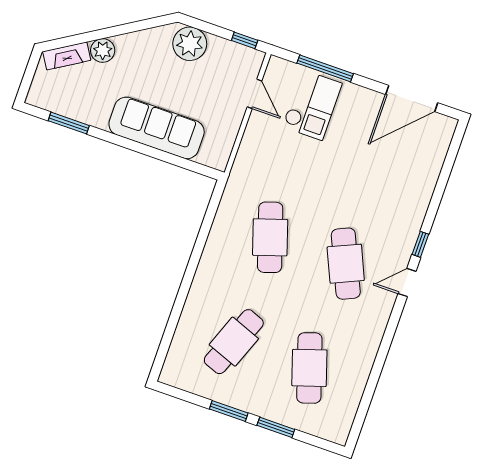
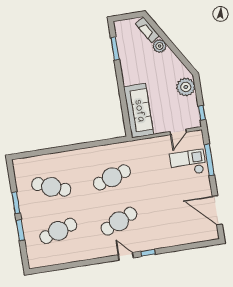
checkout: (312, 105) -> (188, 163), turned 180
sofa: (157, 128) -> (139, 111), moved

